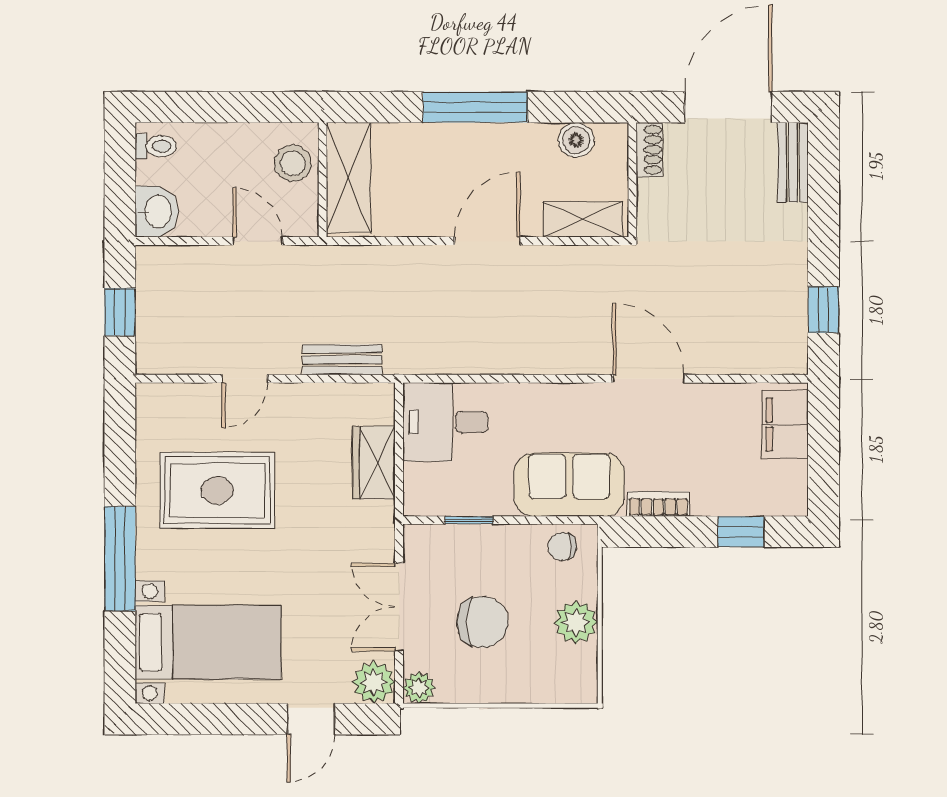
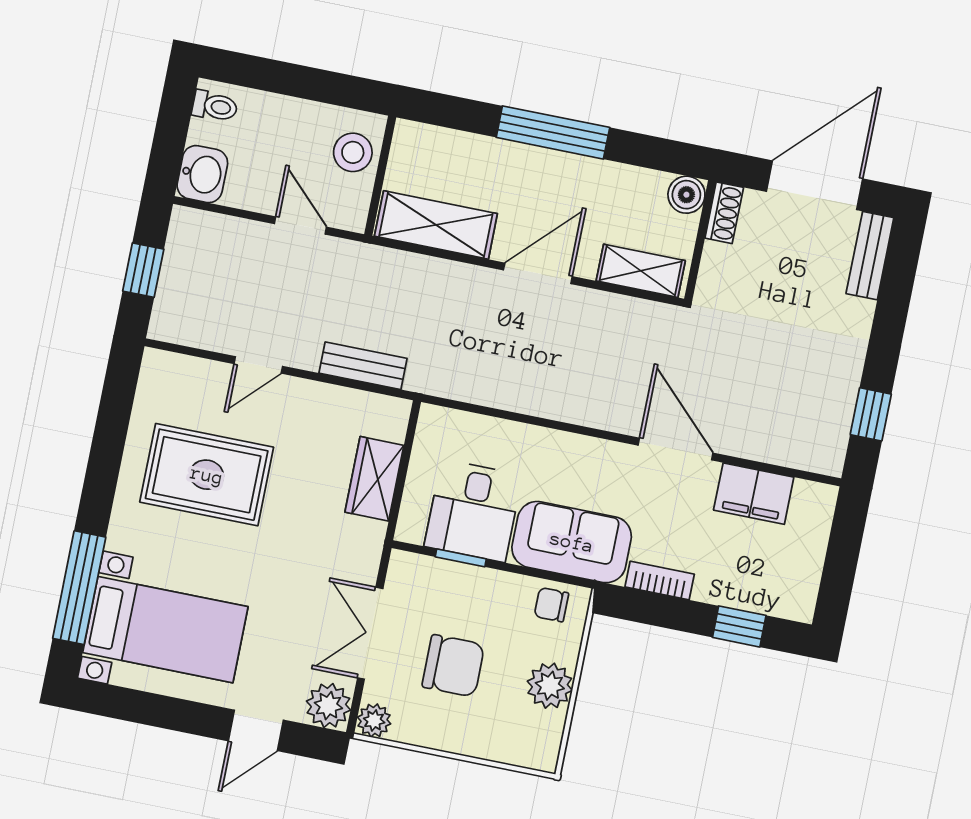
boiler: (576, 140) -> (686, 195), moved
shelving: (348, 178) -> (436, 225), moved, turned 90
desk: (445, 422) -> (473, 511), moved, turned -90
filing cabinet: (785, 425) -> (754, 494), moved, turned -90
window: (120, 559) -> (79, 588), moved

